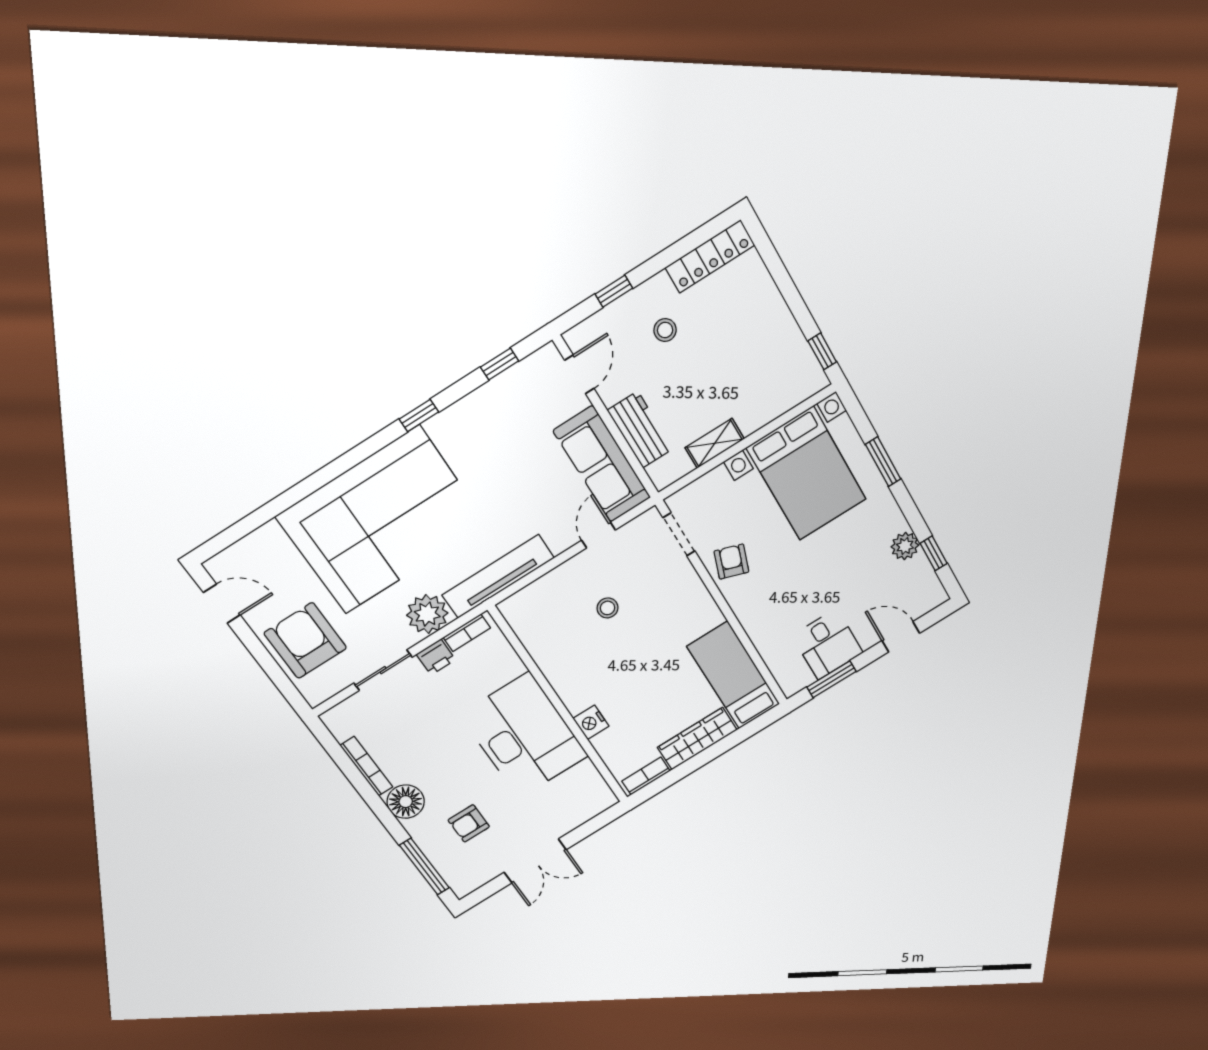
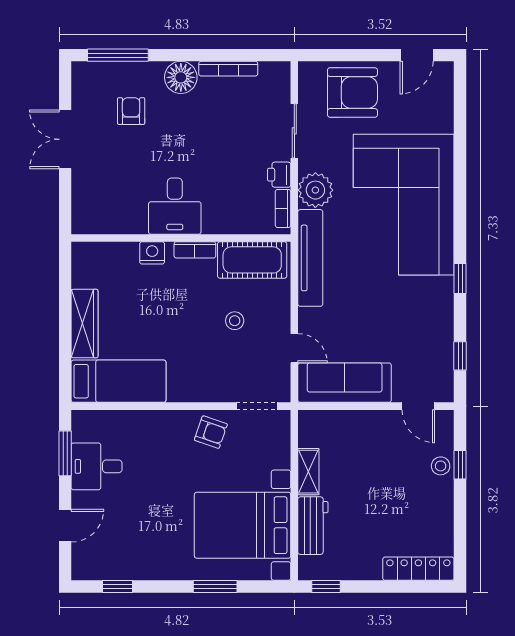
locker: (710, 256) -> (418, 569), moved, turned 90
stool: (665, 330) -> (441, 466), moved
workbench: (640, 430) -> (313, 526), moved, turned -90
plant: (905, 546) -> (138, 568), removed
cot: (537, 629) -> (252, 260), added
desk: (524, 736) -> (175, 206), width x0.53, depth x0.77
bookcase: (646, 776) -> (195, 250), moved, turned 90

